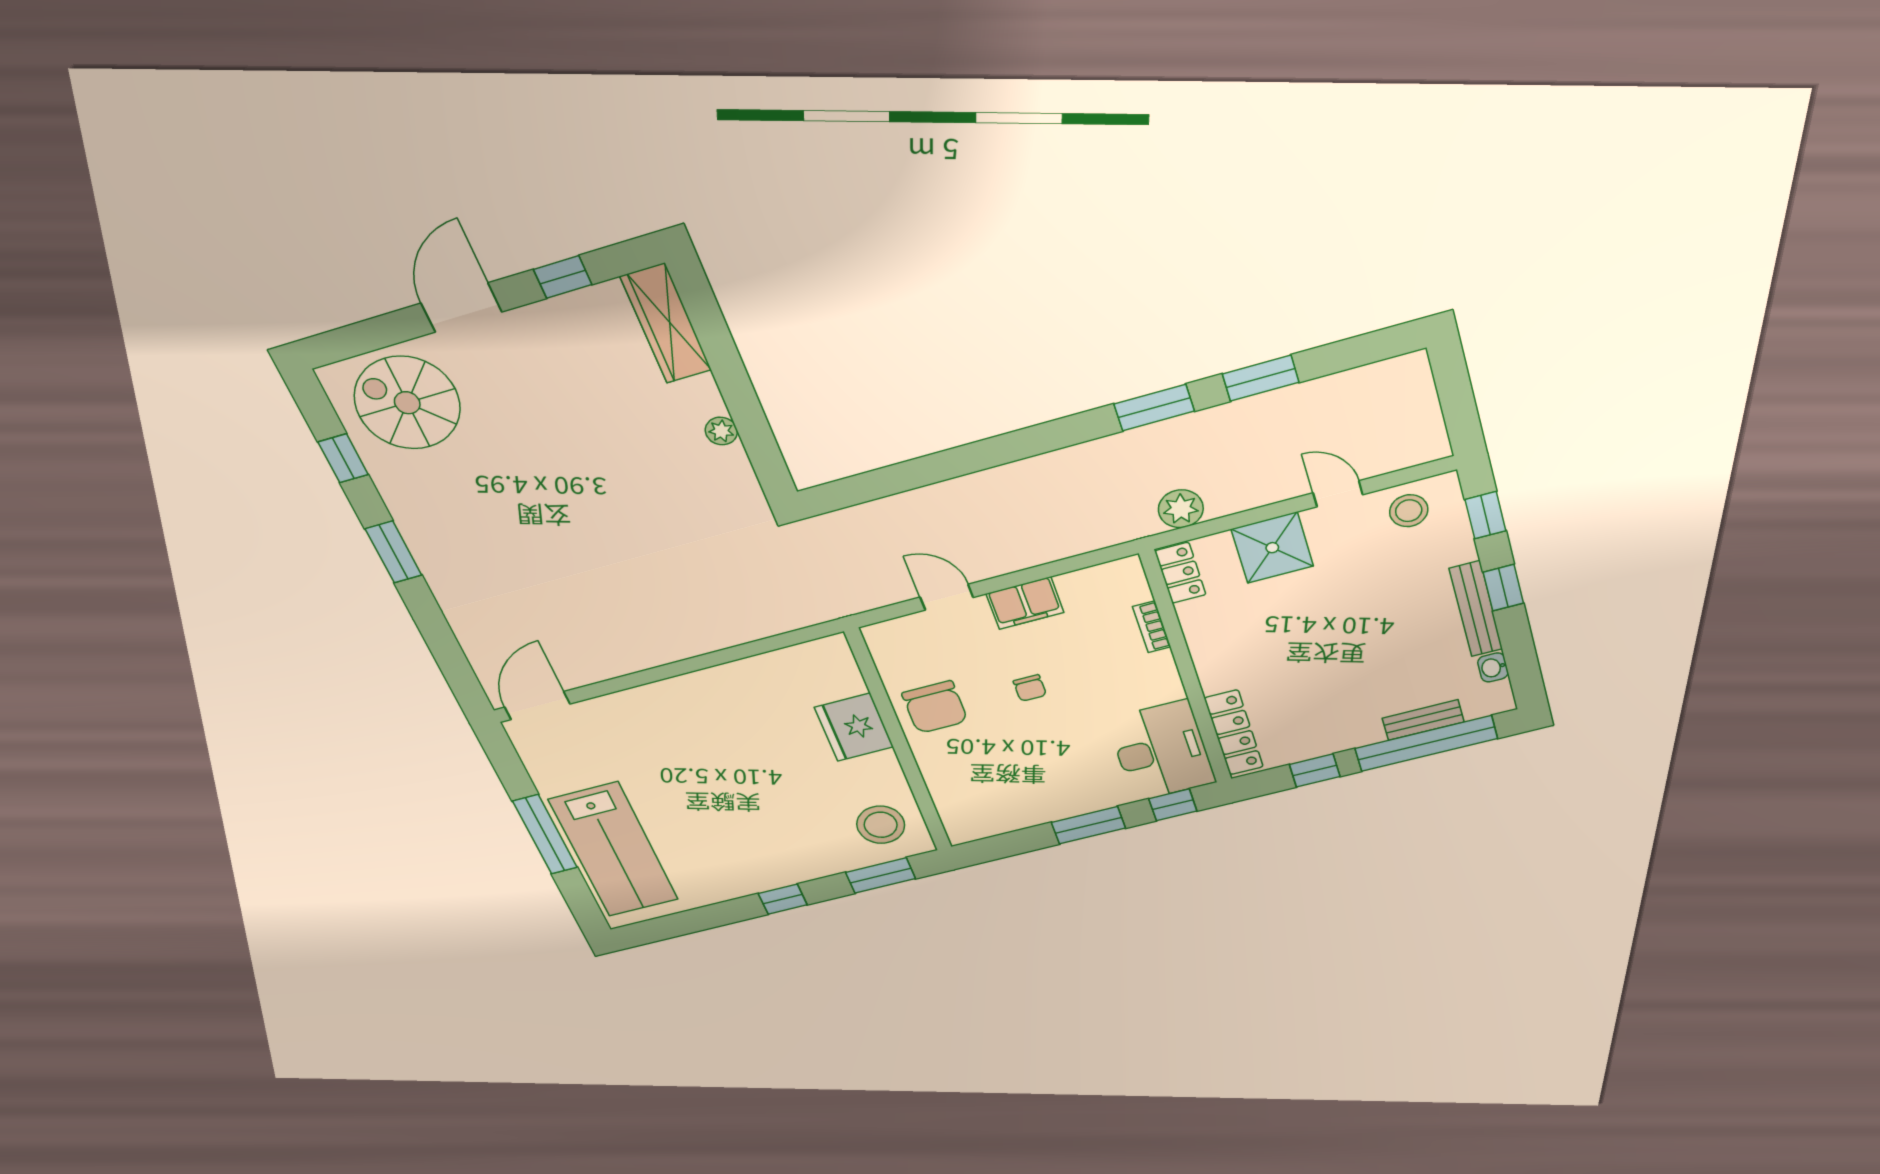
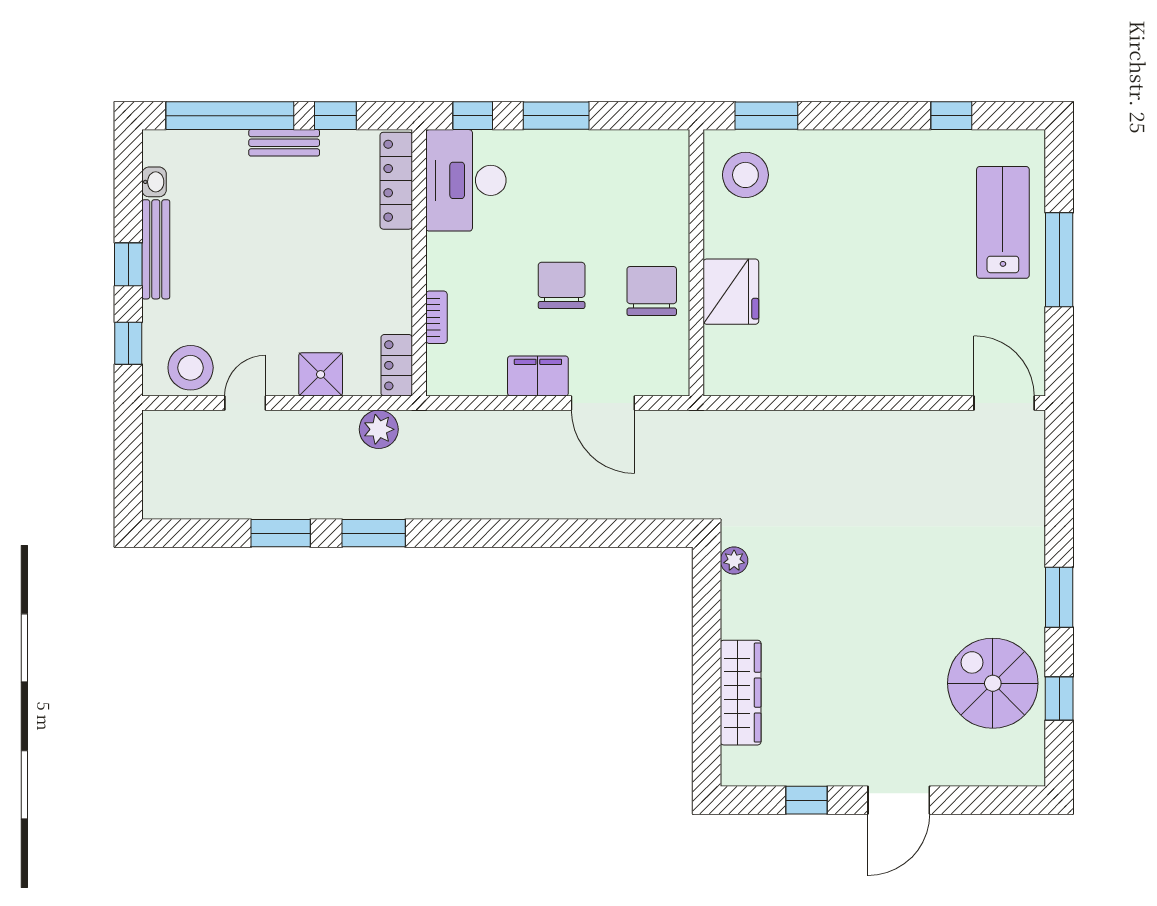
wardrobe: (666, 324) -> (741, 693), moved
spiral stairs: (407, 403) -> (993, 683), moved, turned 180
plant: (721, 431) -> (734, 561), moved
door: (1338, 494) -> (245, 403), swing flipped
stool: (1409, 511) -> (191, 368), width x1.38, depth x1.38
shower: (1272, 548) -> (321, 374), width x0.73, depth x0.73
door: (947, 597) -> (603, 403), width x1.38
chair: (1030, 688) -> (562, 285), width x1.87, depth x1.87
door: (537, 706) -> (1004, 403), swing flipped
bench: (1423, 720) -> (284, 143), moved
lab bench: (614, 850) -> (1003, 222), width x0.73, depth x0.72
window: (783, 899) -> (951, 116), moved

